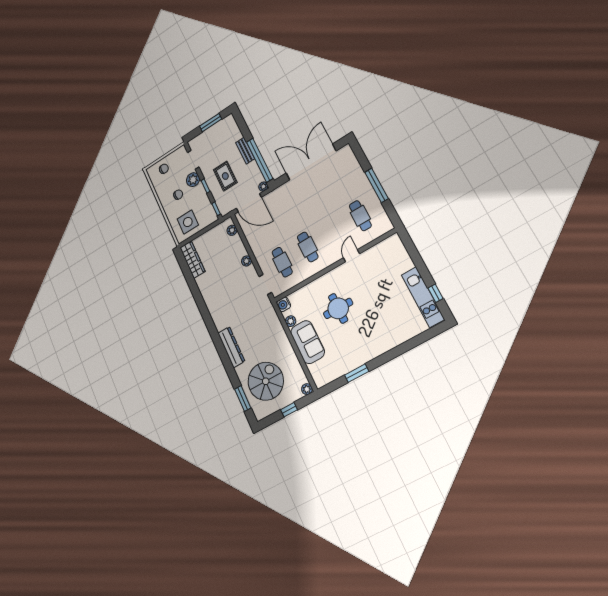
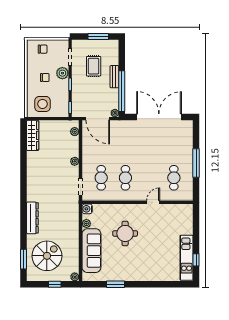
rug: (225, 176) -> (94, 66), moved
sofa: (308, 342) -> (91, 251), width x1.36

